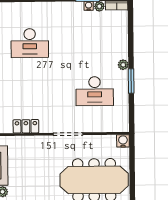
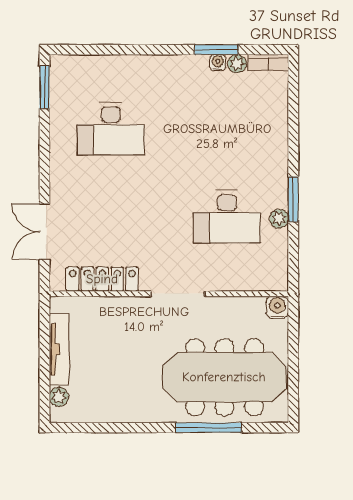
plant: (123, 65) -> (279, 219), moved
locker: (26, 126) -> (102, 279), width x1.53

